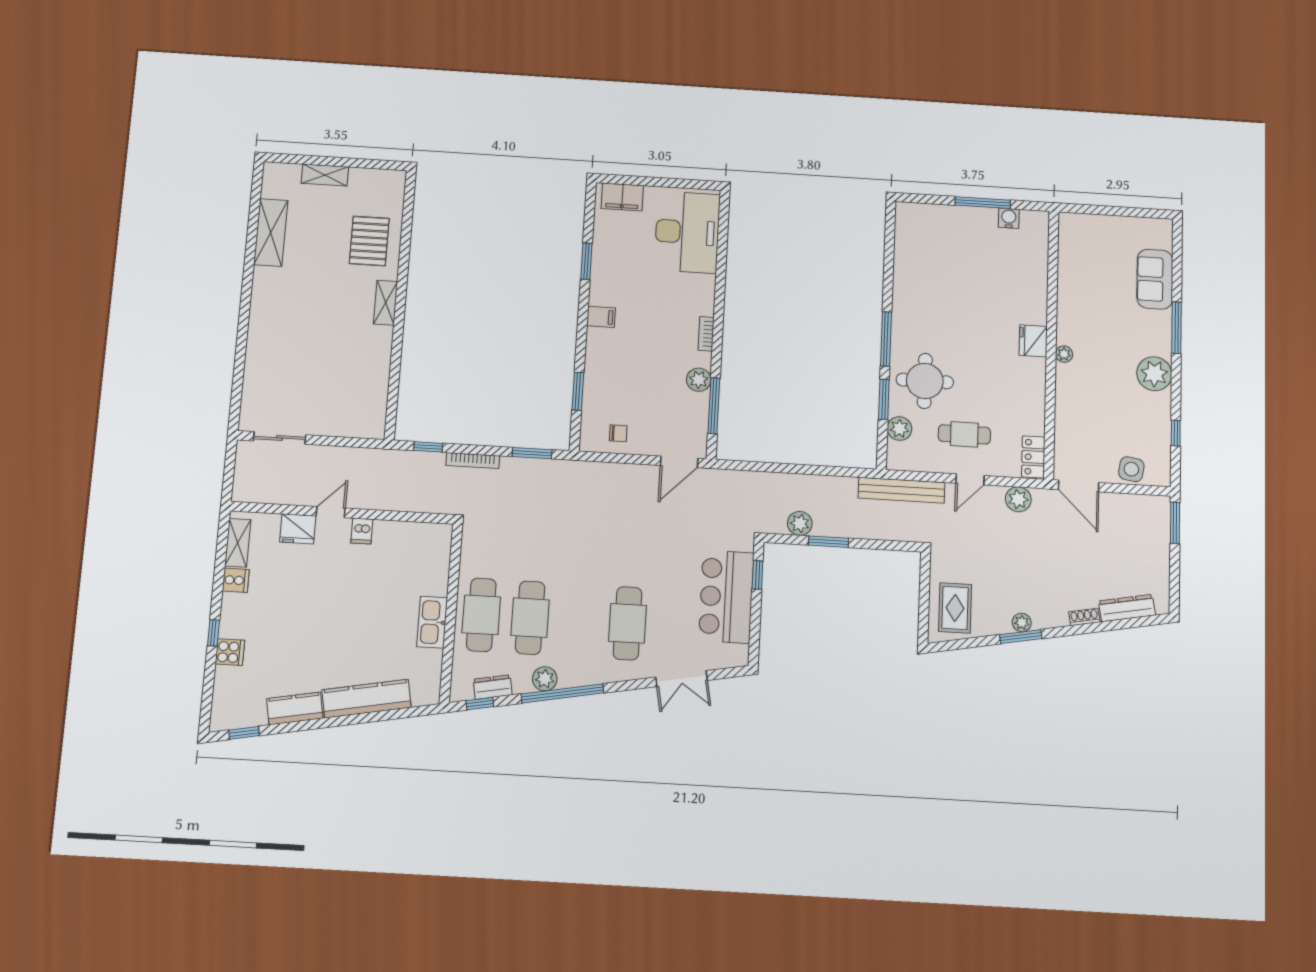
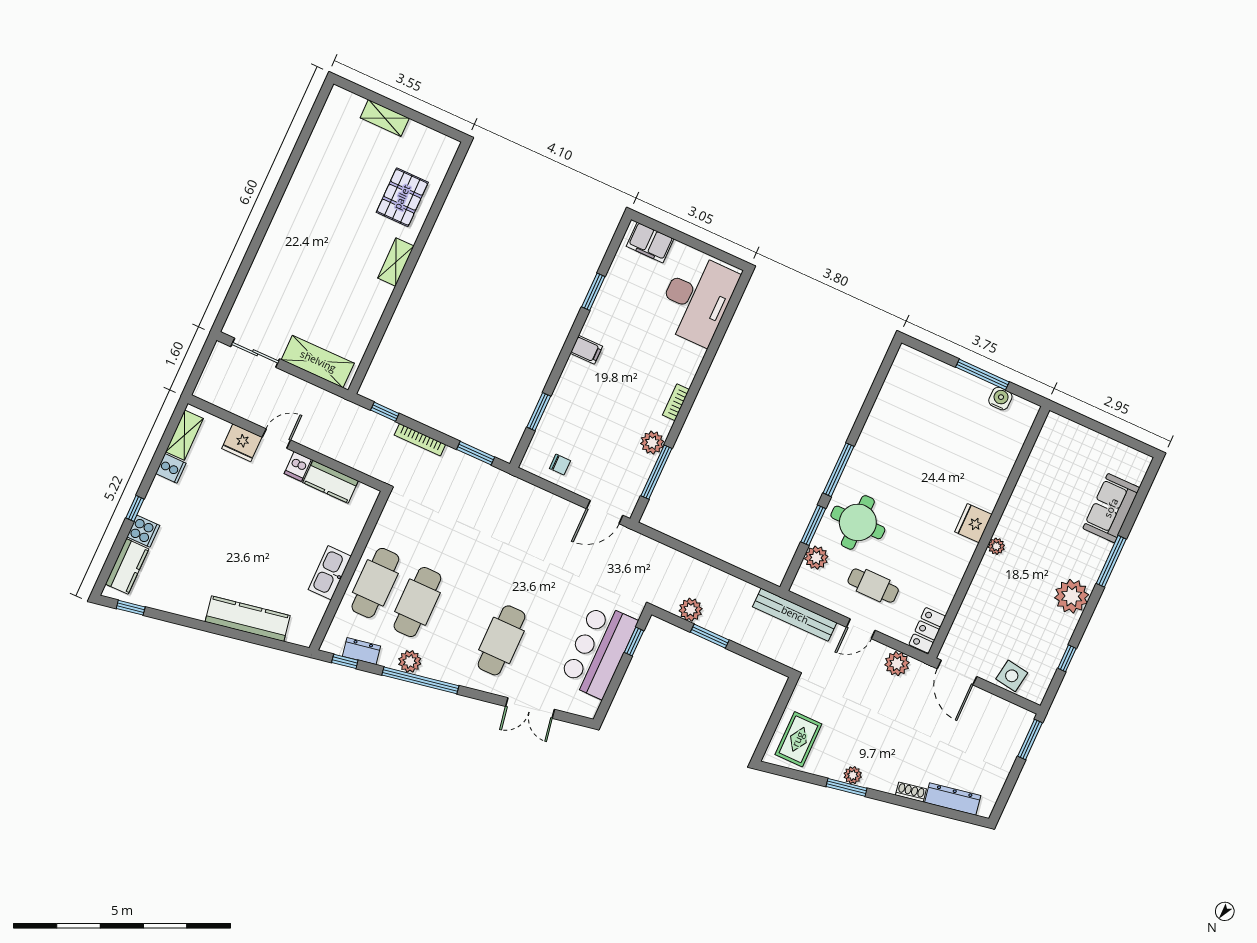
shelving: (271, 232) -> (318, 361), moved, turned 90
kitchen counter: (400, 534) -> (330, 482), added
kitchen counter: (295, 708) -> (127, 566), moved, turned 100

